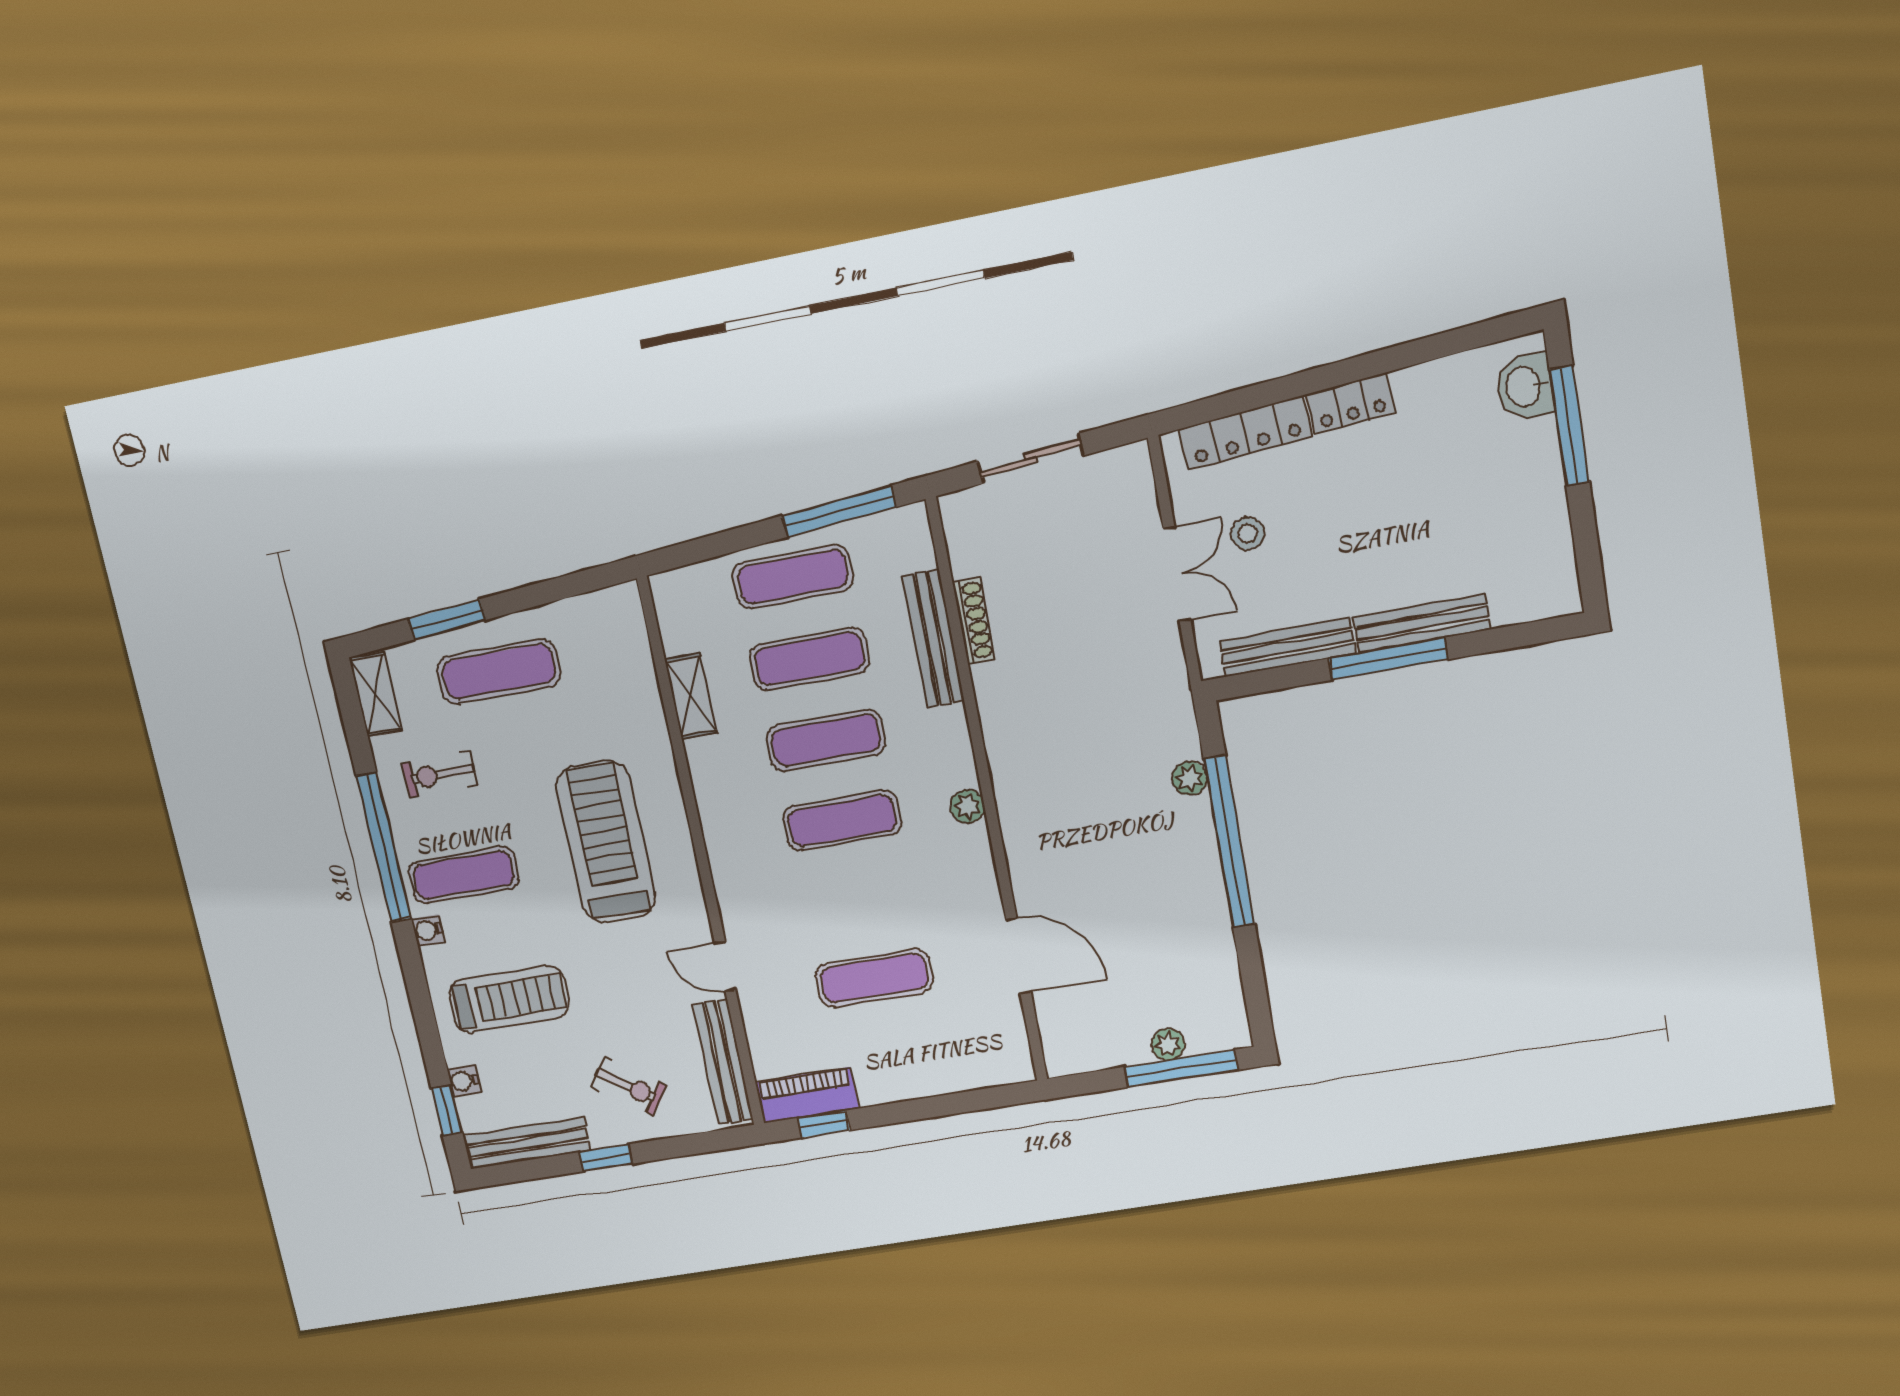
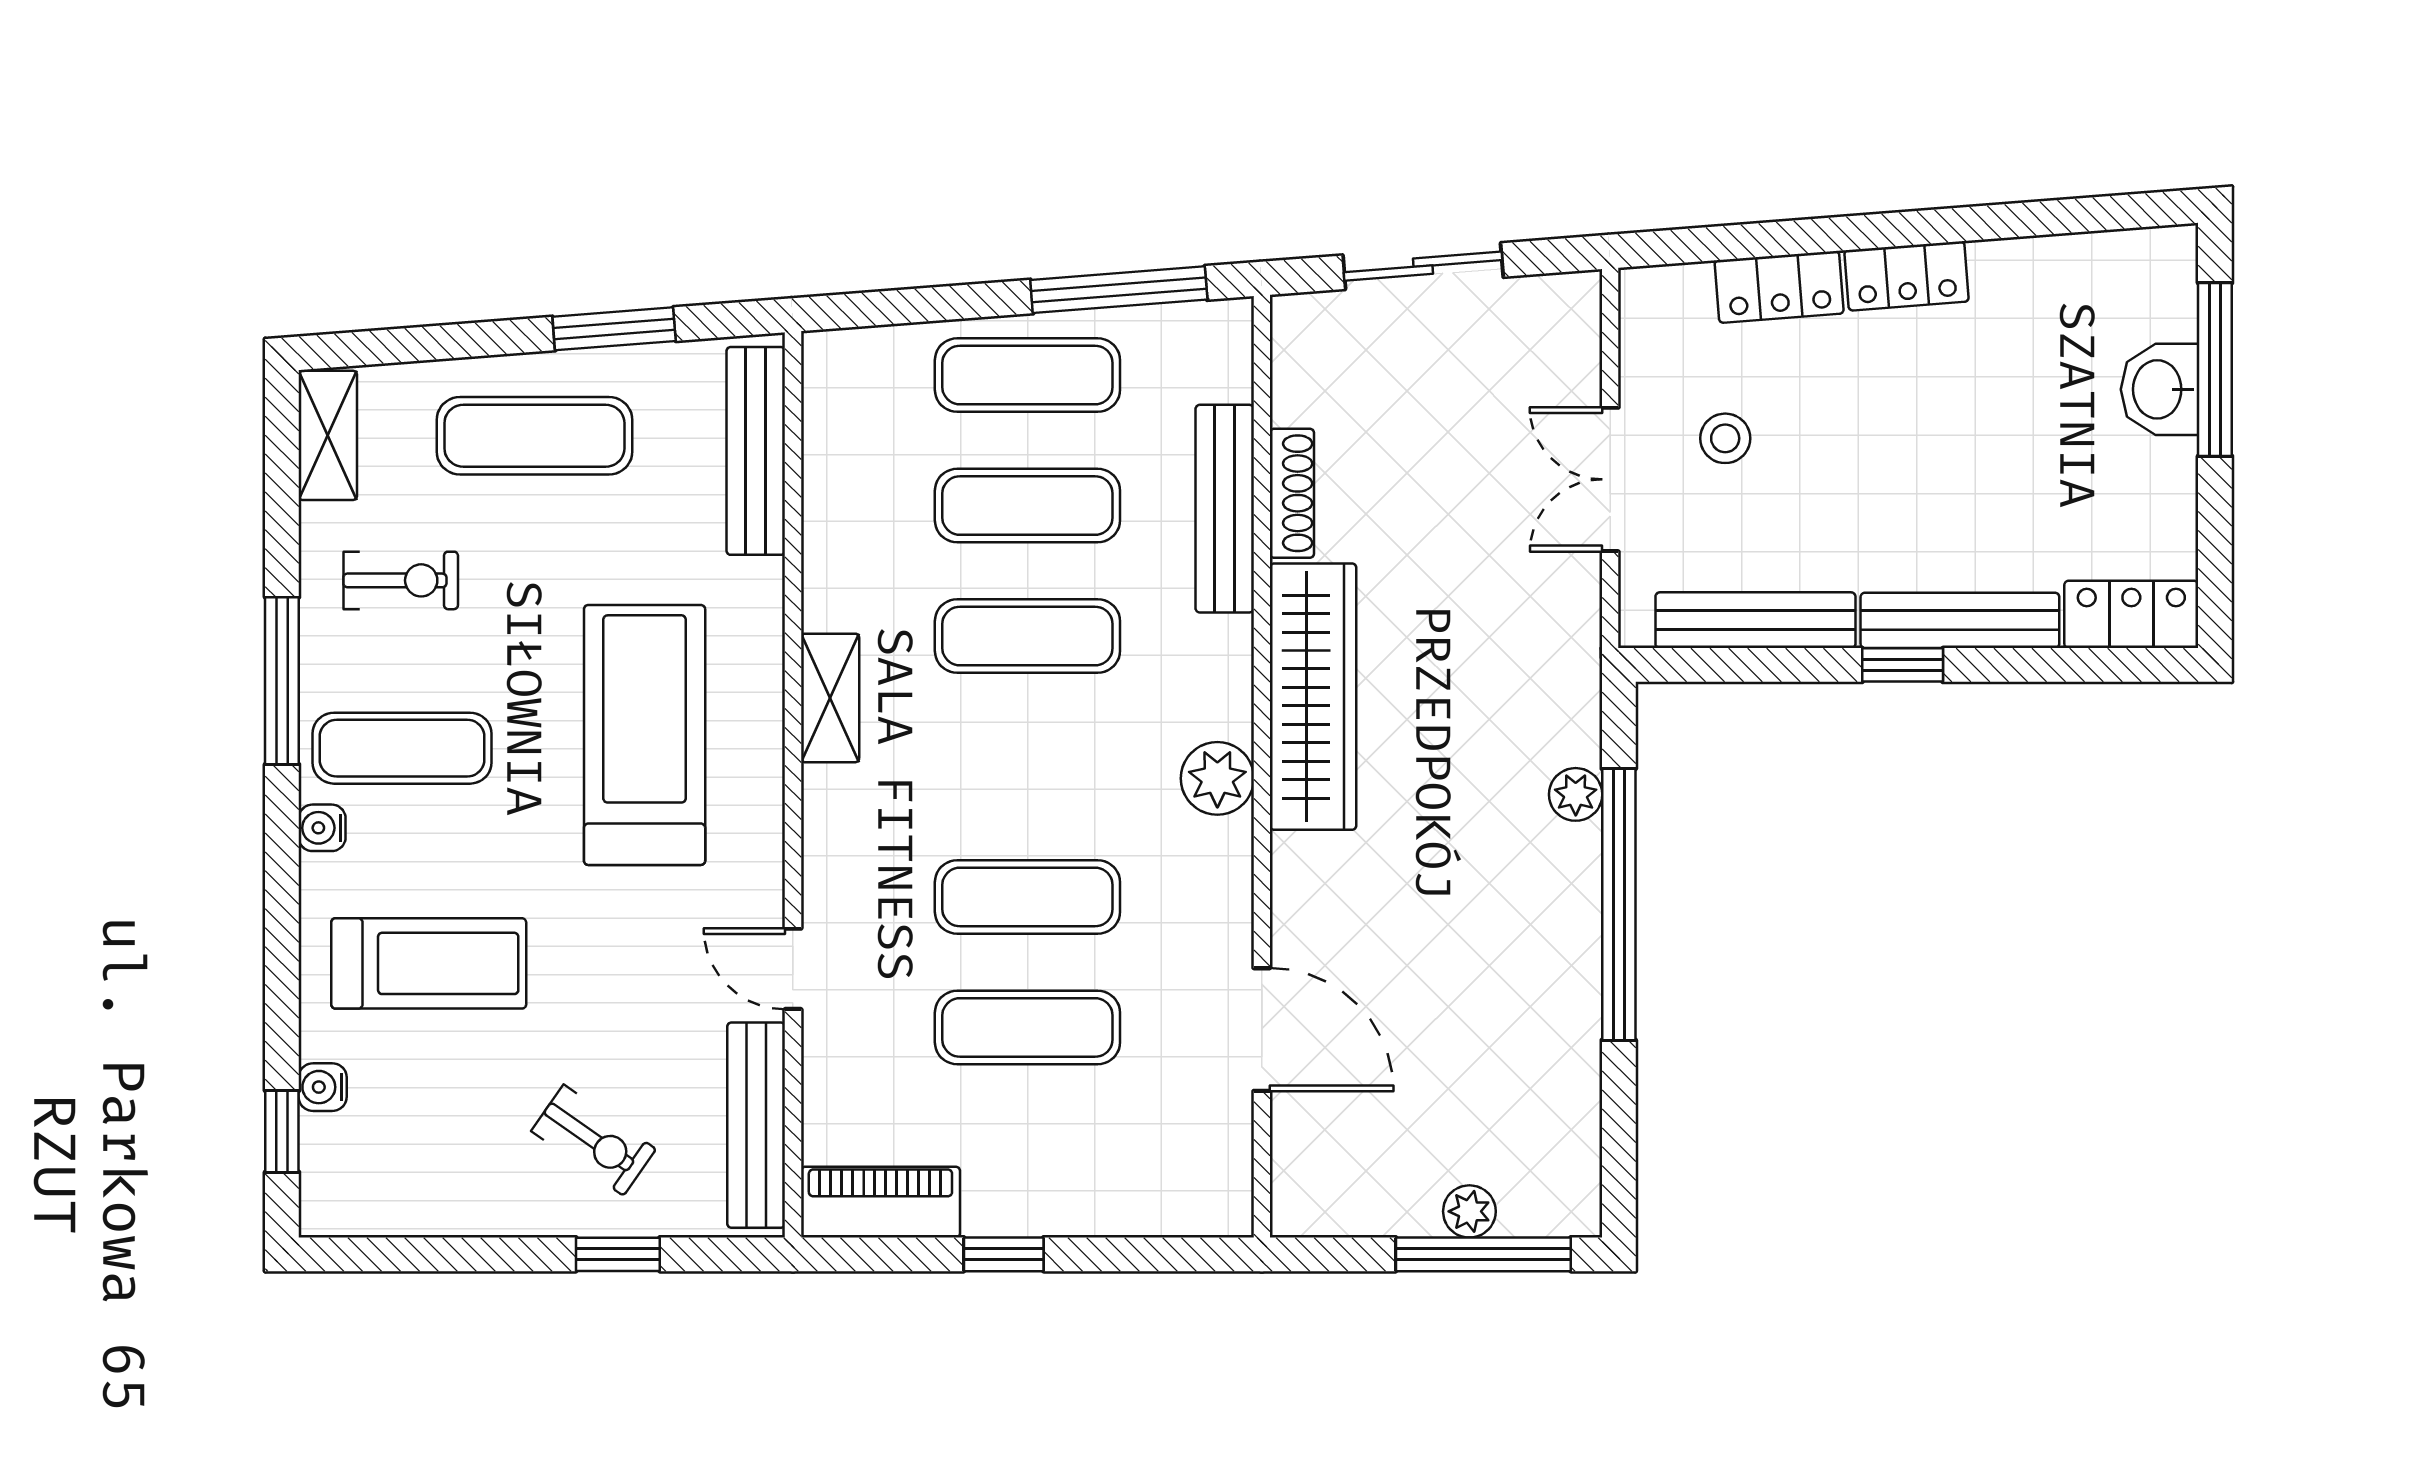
washbasin: (1525, 386) -> (2160, 389), moved
locker: (1245, 433) -> (1779, 287), width x0.66
double door: (1177, 574) -> (1610, 479), swing flipped
locker: (1536, 599) -> (2131, 614), added
window: (447, 619) -> (614, 329), moved
window: (1388, 659) -> (1903, 665), width x0.46
shelving: (691, 696) -> (830, 698), moved
wardrobe: (1012, 746) -> (1313, 697), added
exercise bike: (439, 774) -> (401, 580), turned 180
plant: (968, 806) -> (1217, 778), width x1.38, depth x1.38
exercise mat: (842, 821) -> (1027, 897), moved
window: (384, 847) -> (282, 681), width x0.68
window: (824, 1124) -> (1004, 1254), moved
bench: (527, 1143) -> (756, 451), moved, turned 90
window: (606, 1158) -> (618, 1254), moved

